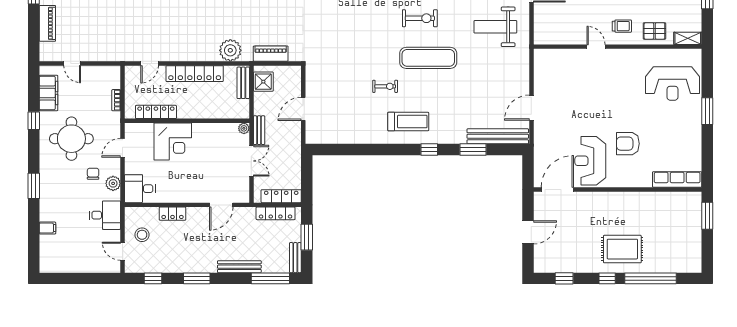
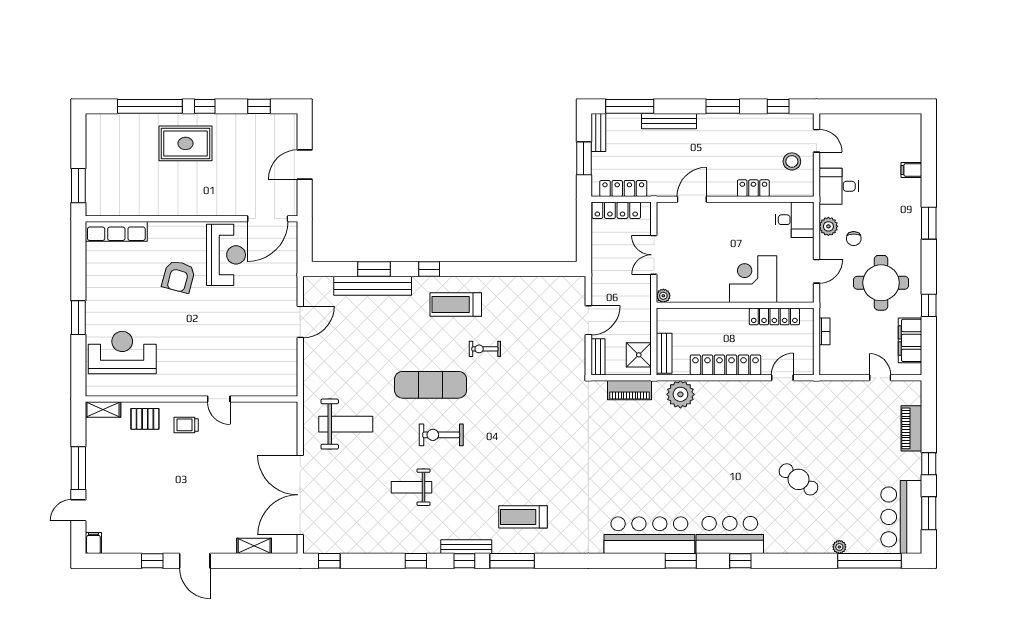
bench: (259, 130) -> (598, 357), moved
bench: (498, 136) -> (373, 286), moved
armchair: (628, 144) -> (179, 277), turned 105

